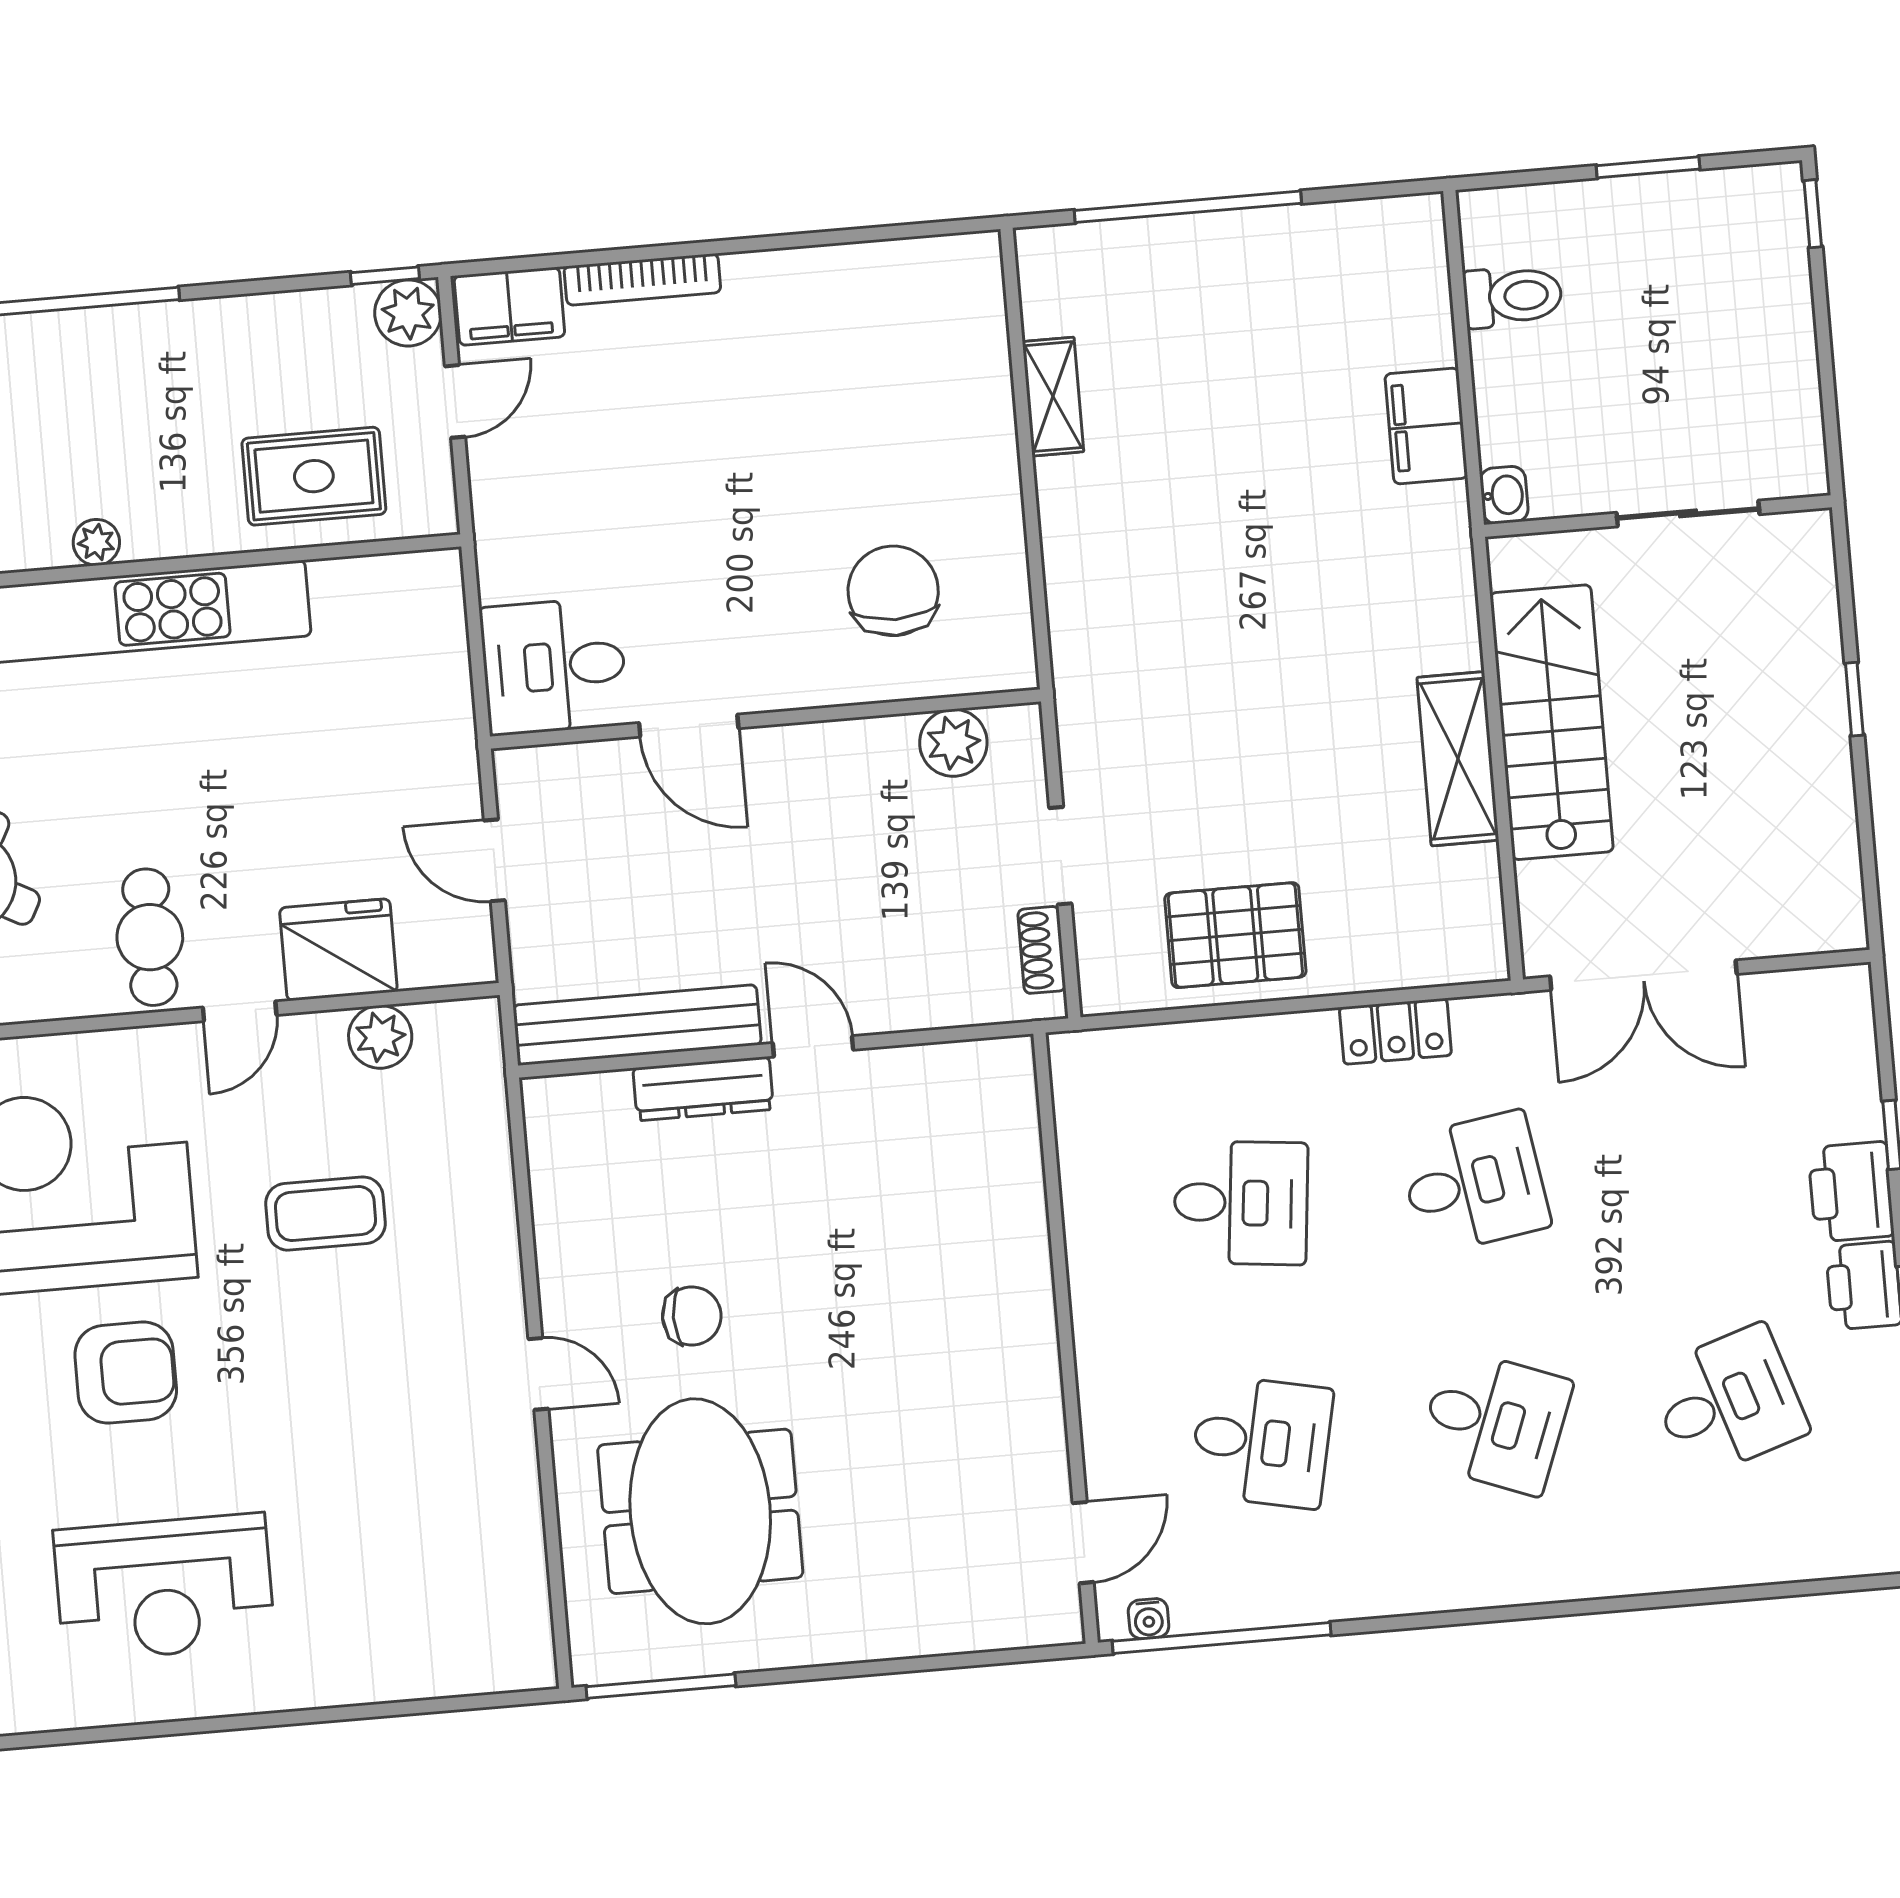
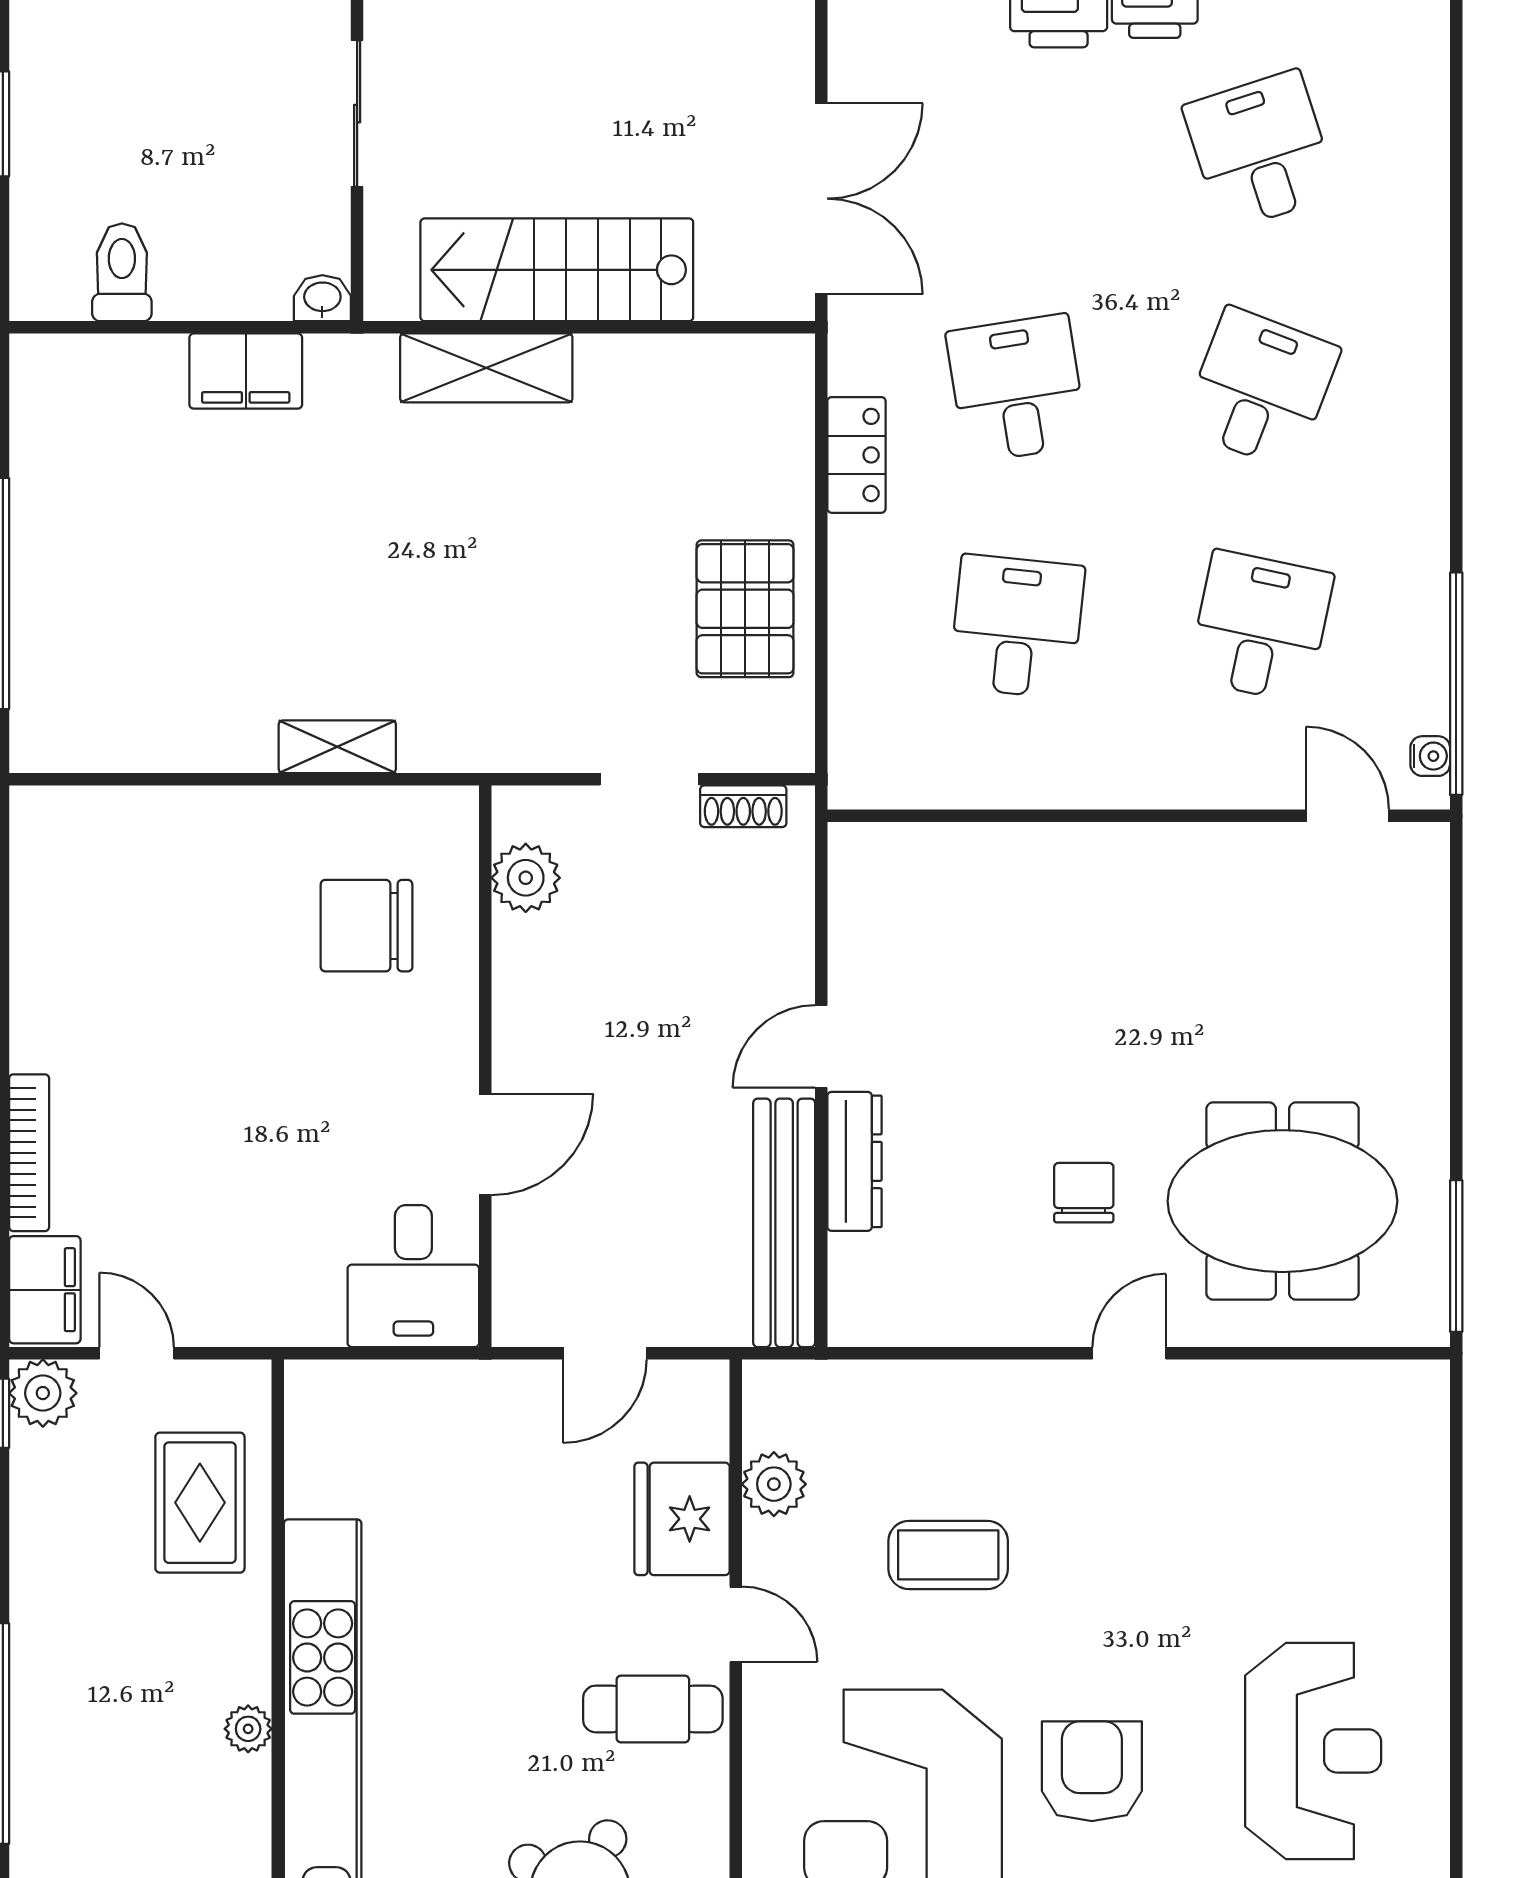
shelving: (1053, 397) -> (337, 747), moved
shelving: (1458, 759) -> (486, 368), moved
coffee table: (325, 1214) -> (948, 1555), turned 90

